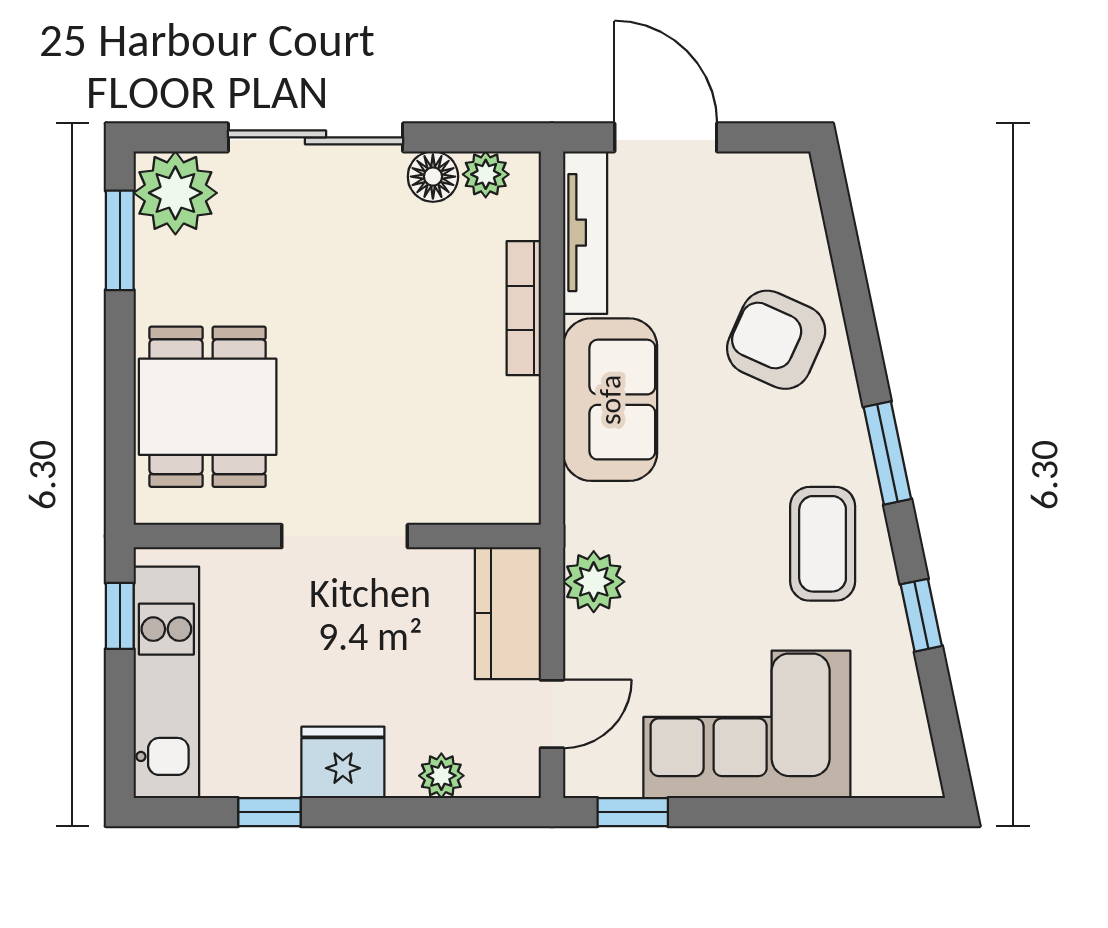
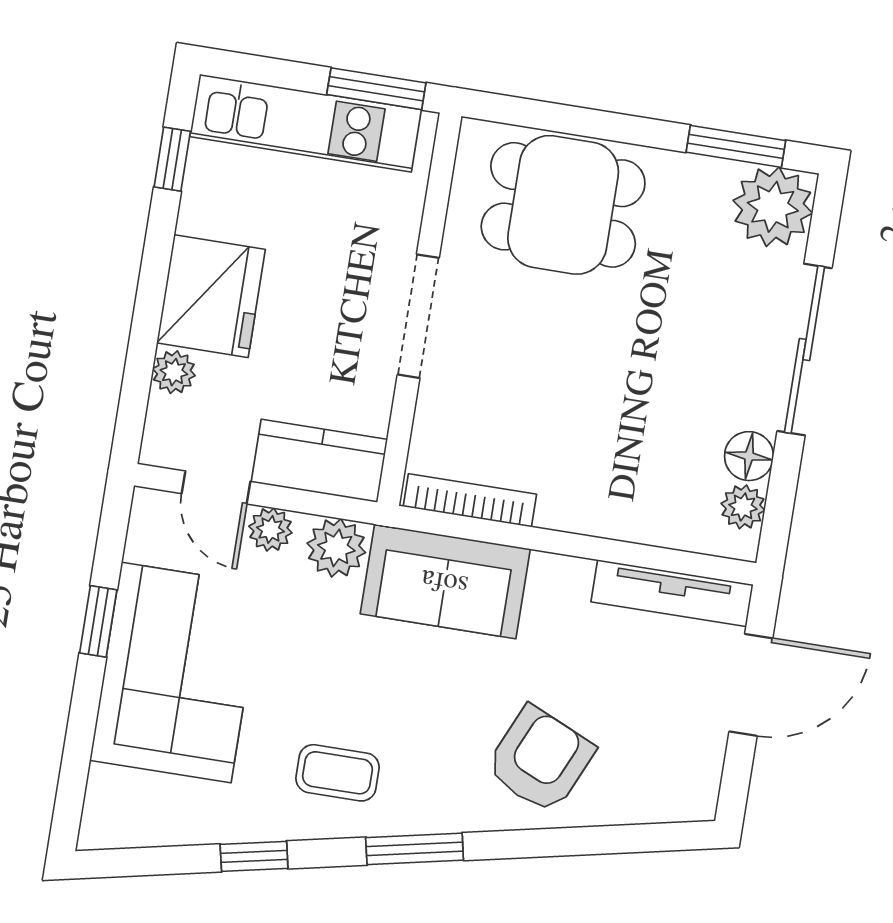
bookcase: (524, 308) -> (470, 500), moved
sofa: (610, 400) -> (445, 581), moved
coffee table: (823, 544) -> (337, 773), width x0.73, depth x0.77
window: (120, 616) -> (376, 89), width x1.50
plant: (586, 652) -> (270, 530), added
fridge: (343, 762) -> (211, 296), width x1.36, depth x1.34
window: (269, 812) -> (172, 159), moved
window: (633, 812) -> (98, 621), moved

